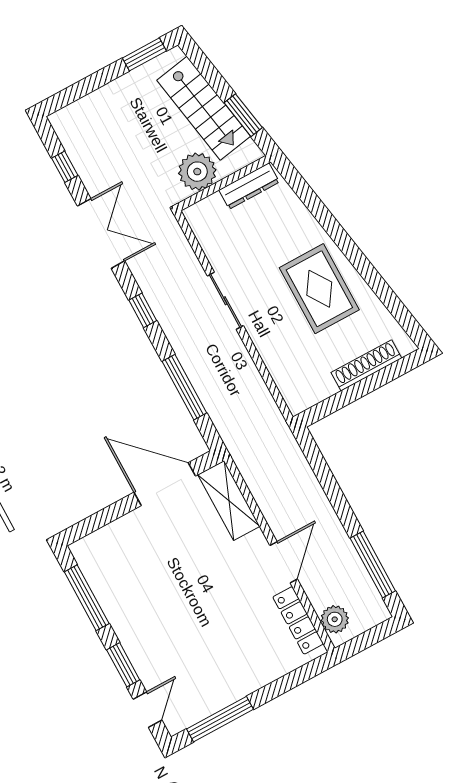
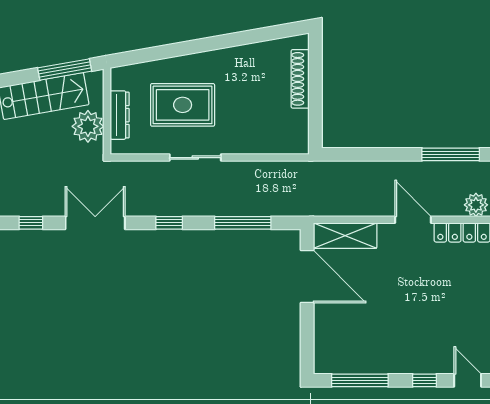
window: (243, 115) -> (65, 69), width x1.44
dresser: (249, 186) -> (120, 115), moved
rug: (319, 289) -> (183, 105), moved
door: (165, 484) -> (307, 277), swing flipped
window: (123, 665) -> (425, 380), width x0.67

